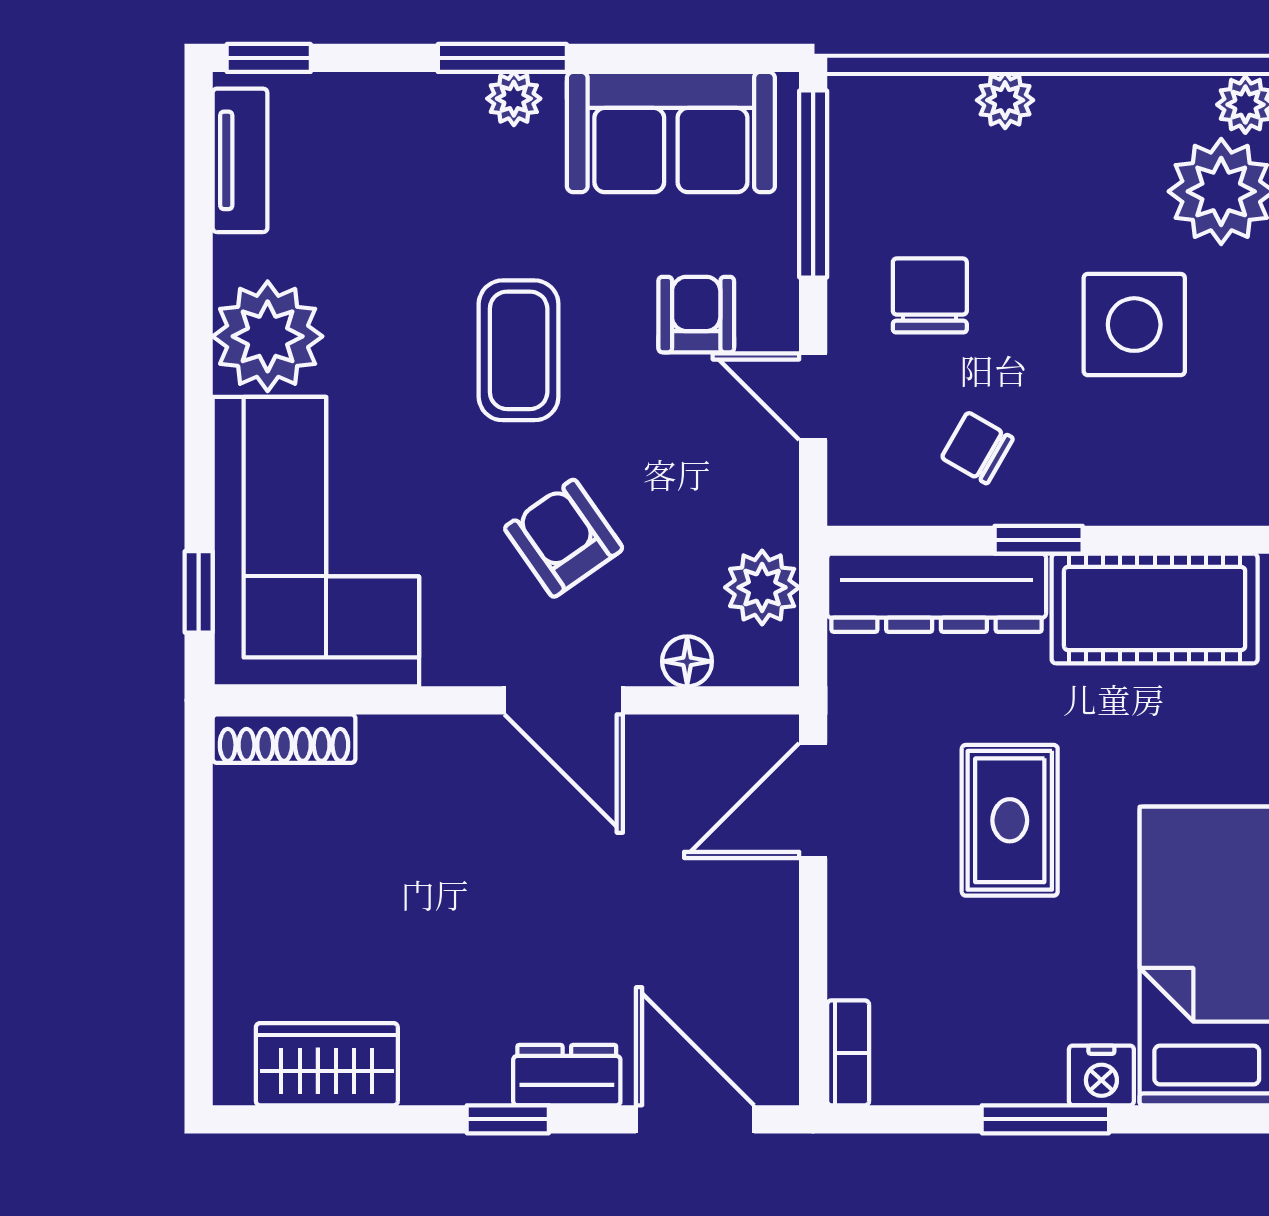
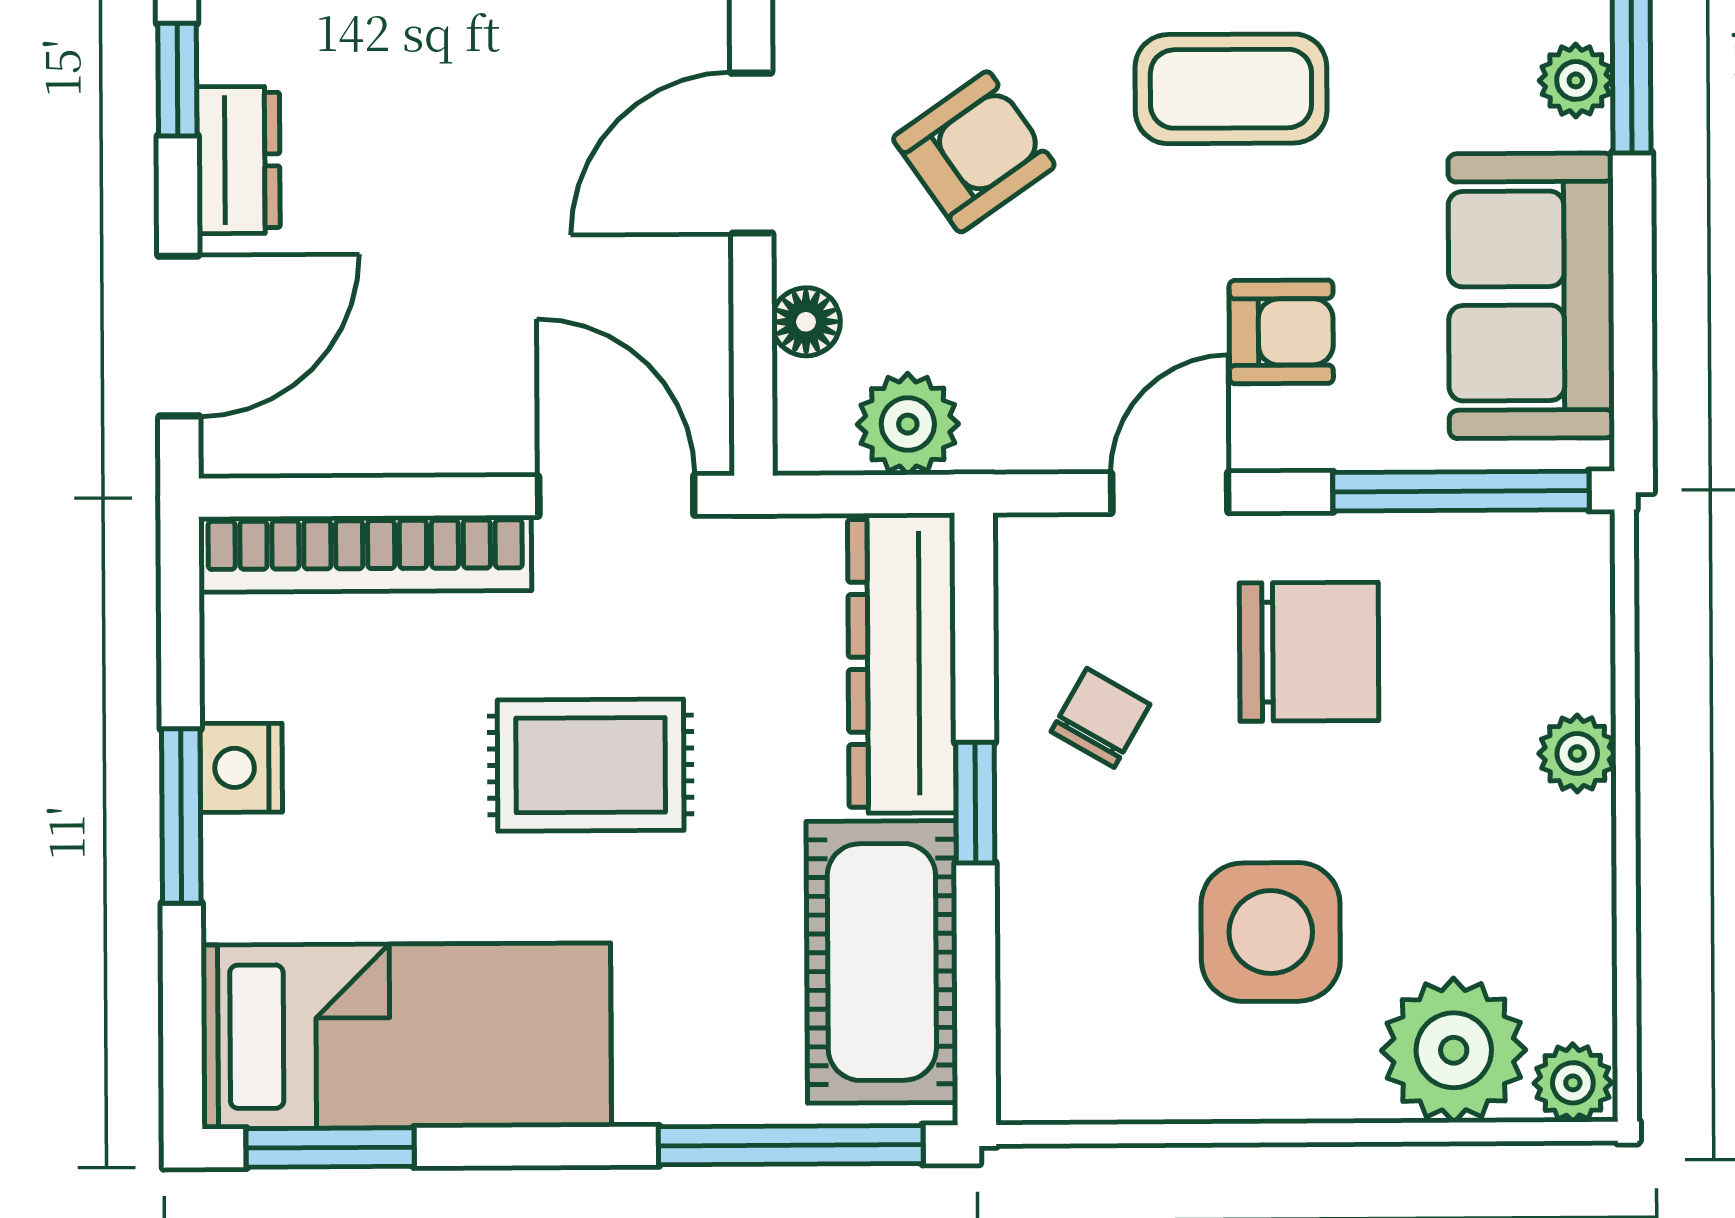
chair: (930, 295) -> (1309, 652), width x1.37, depth x1.37
bookcase: (848, 1053) -> (365, 554), width x2.31, depth x1.31
nightstand: (1101, 1075) -> (241, 768), moved

